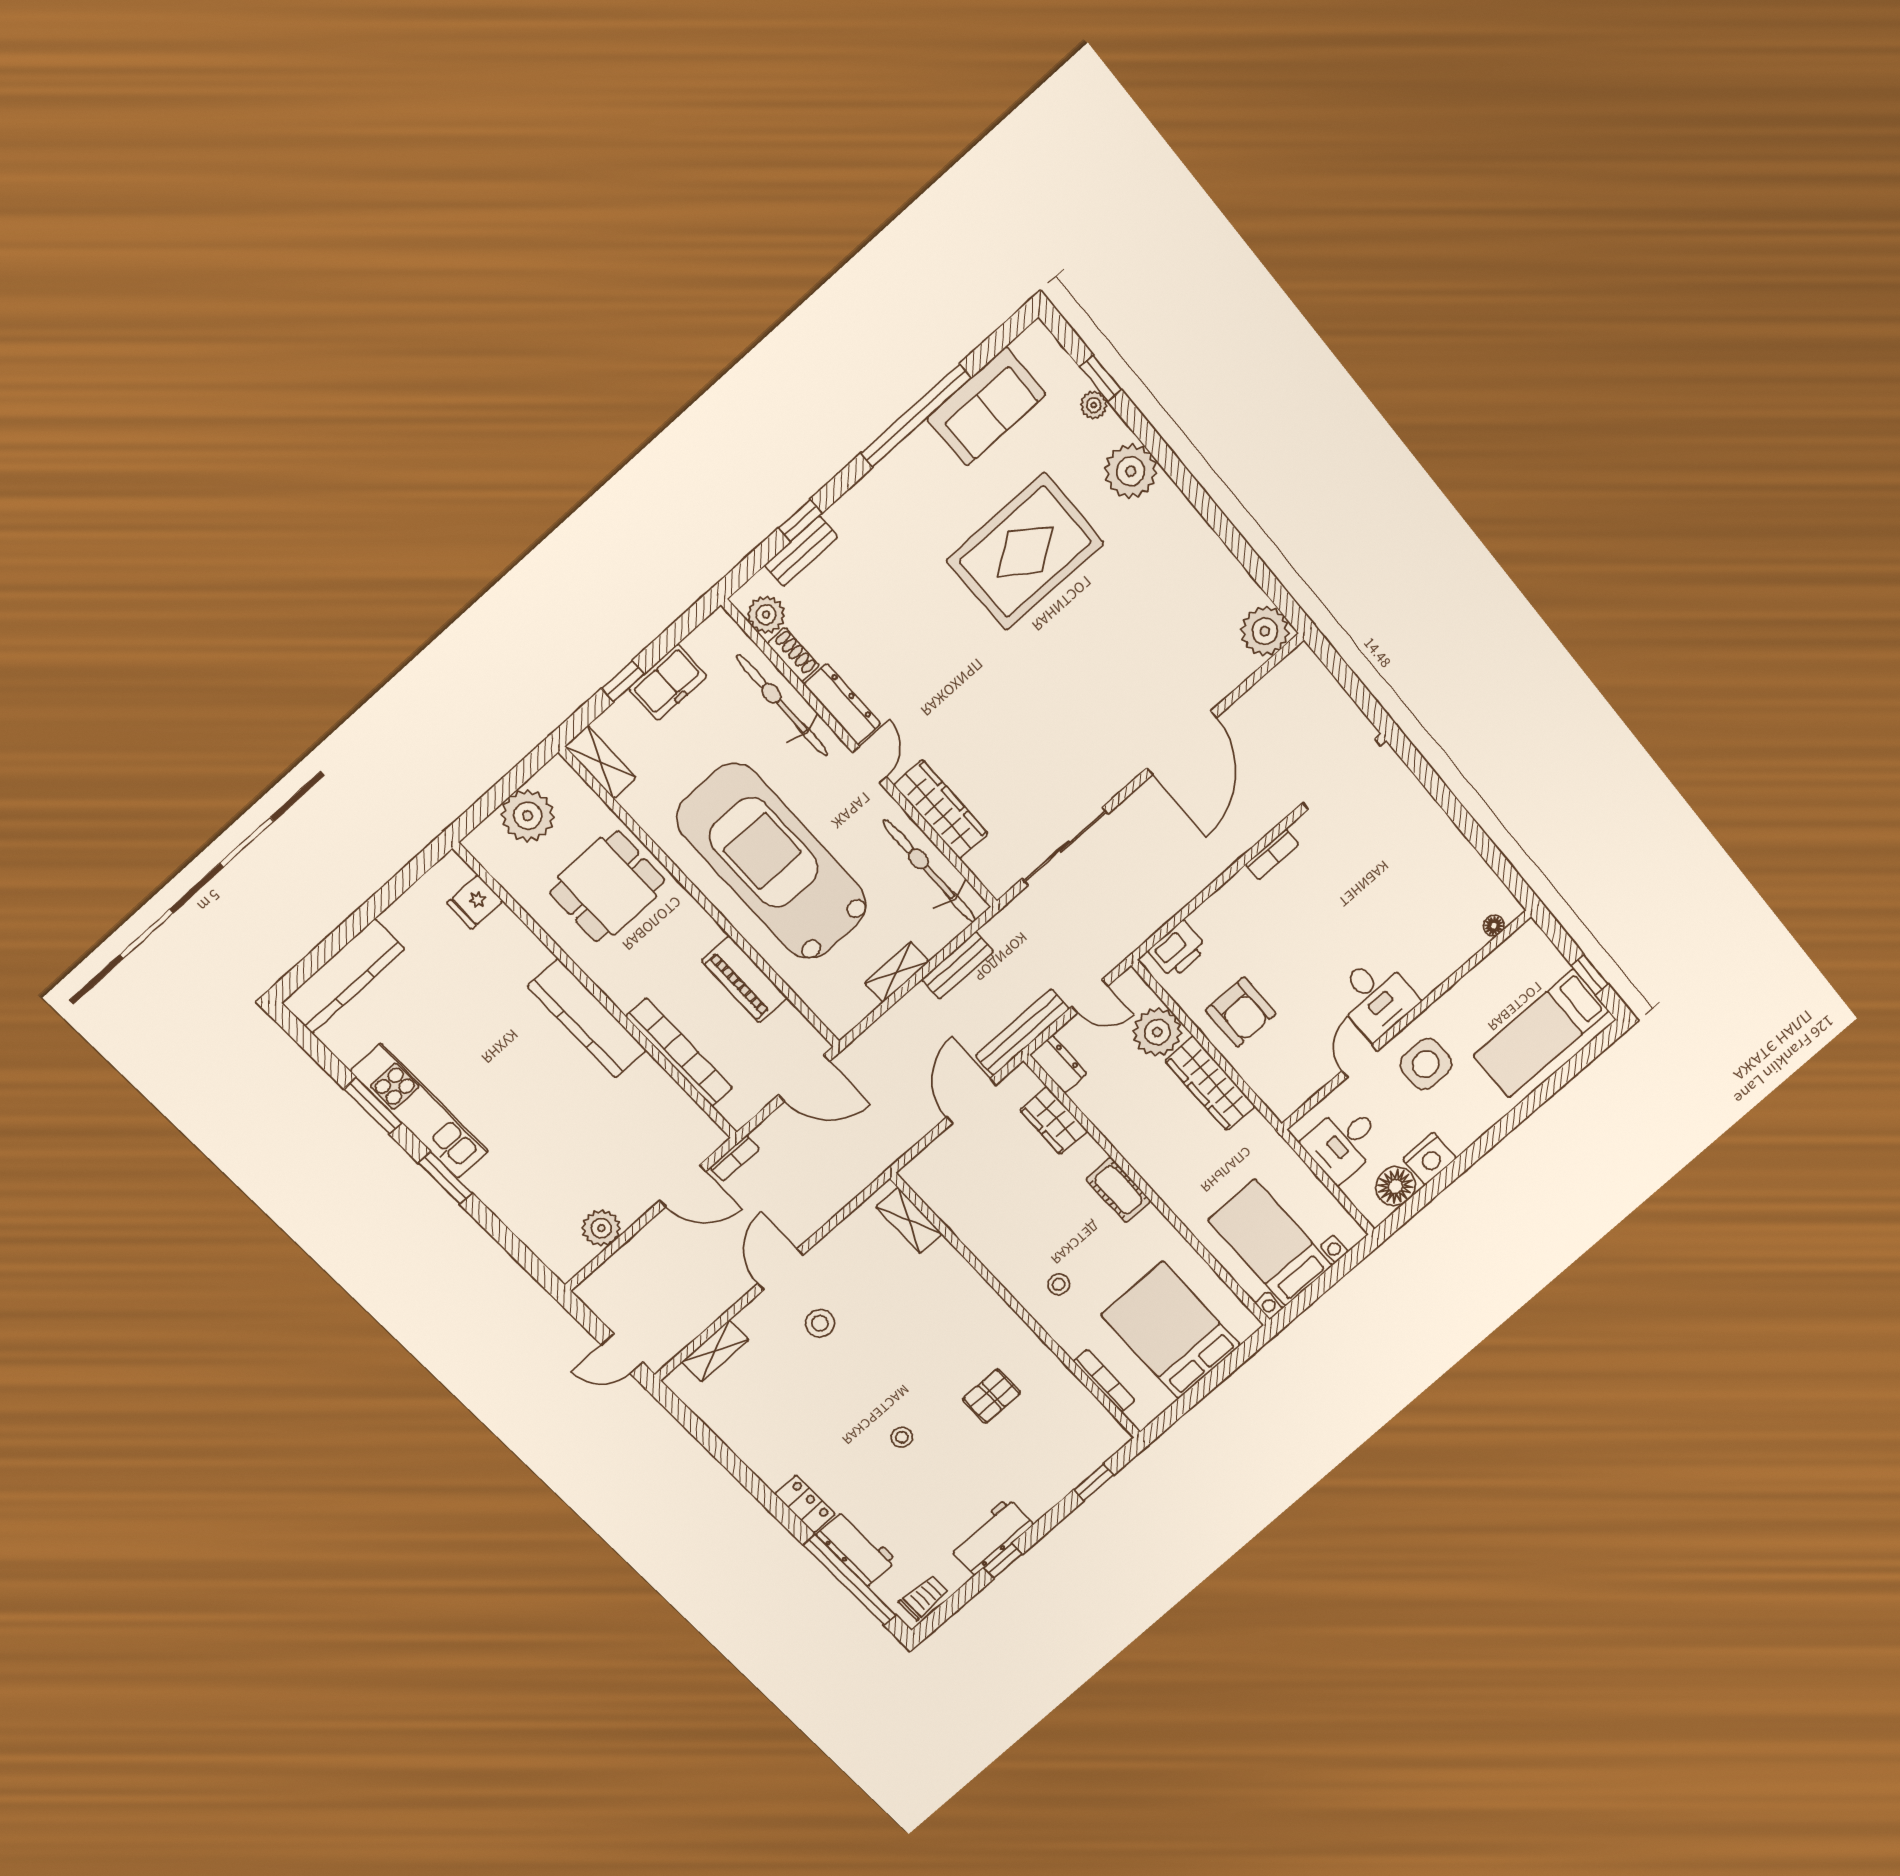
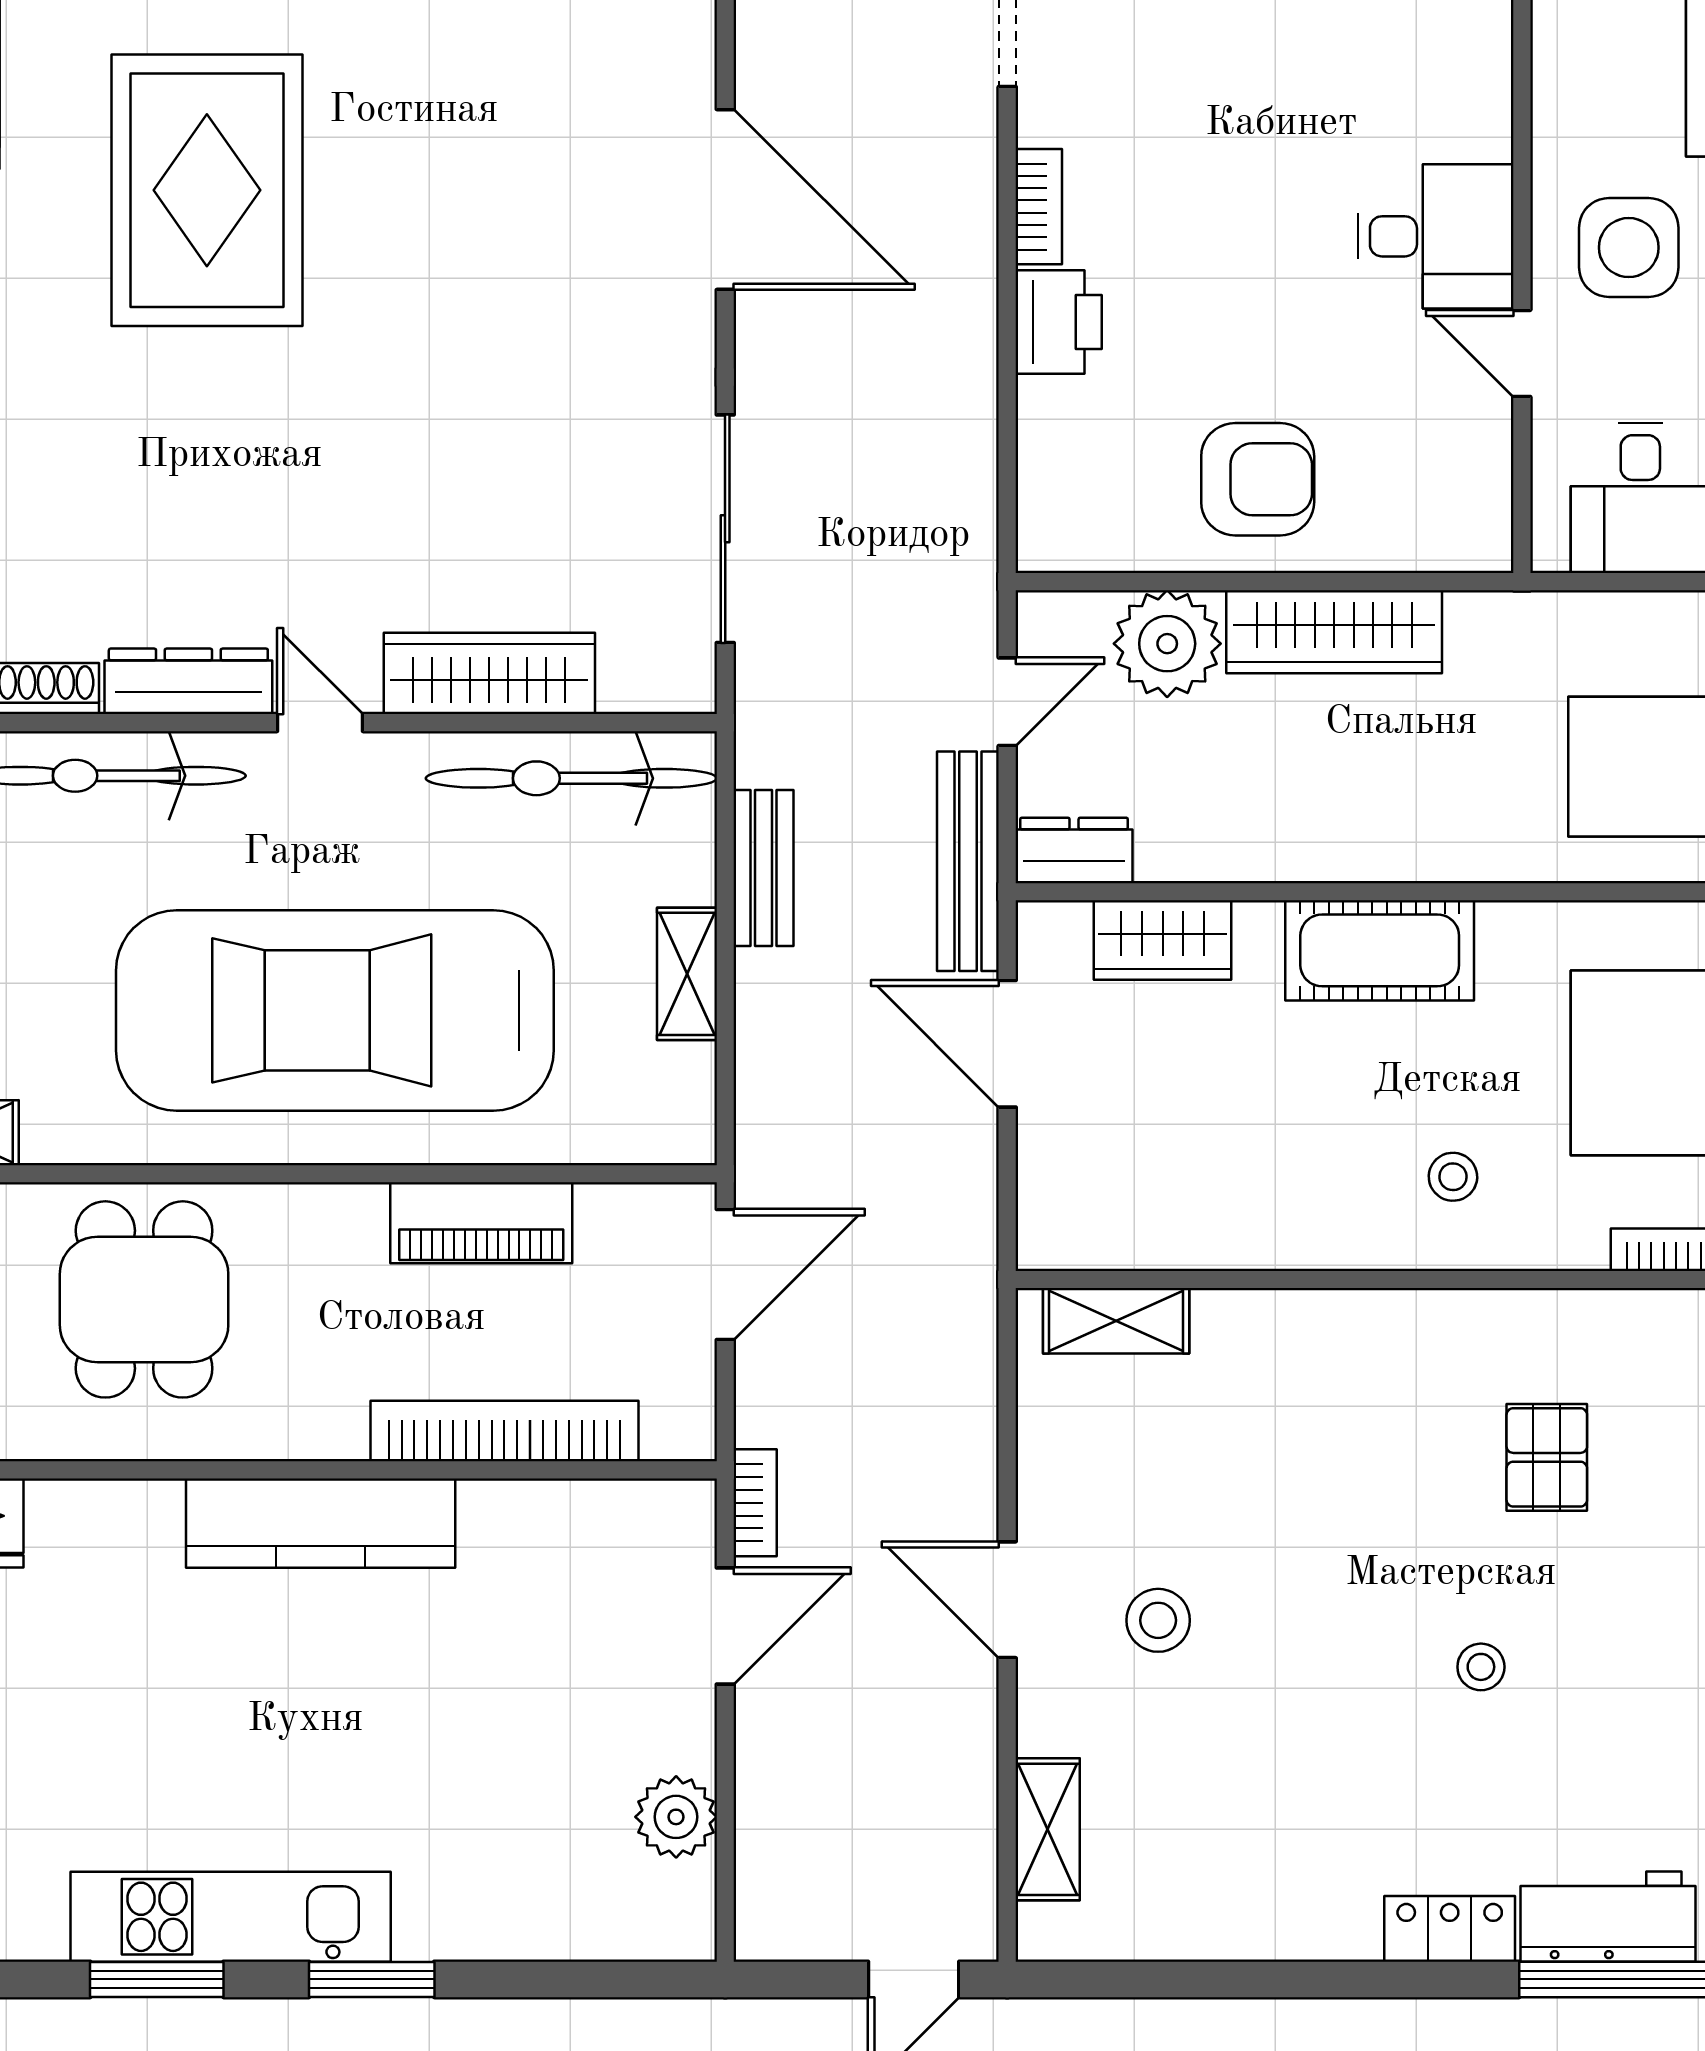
printer: (1178, 950) -> (1059, 322), moved
cot: (1118, 1190) -> (1380, 950), width x1.37, depth x1.34

